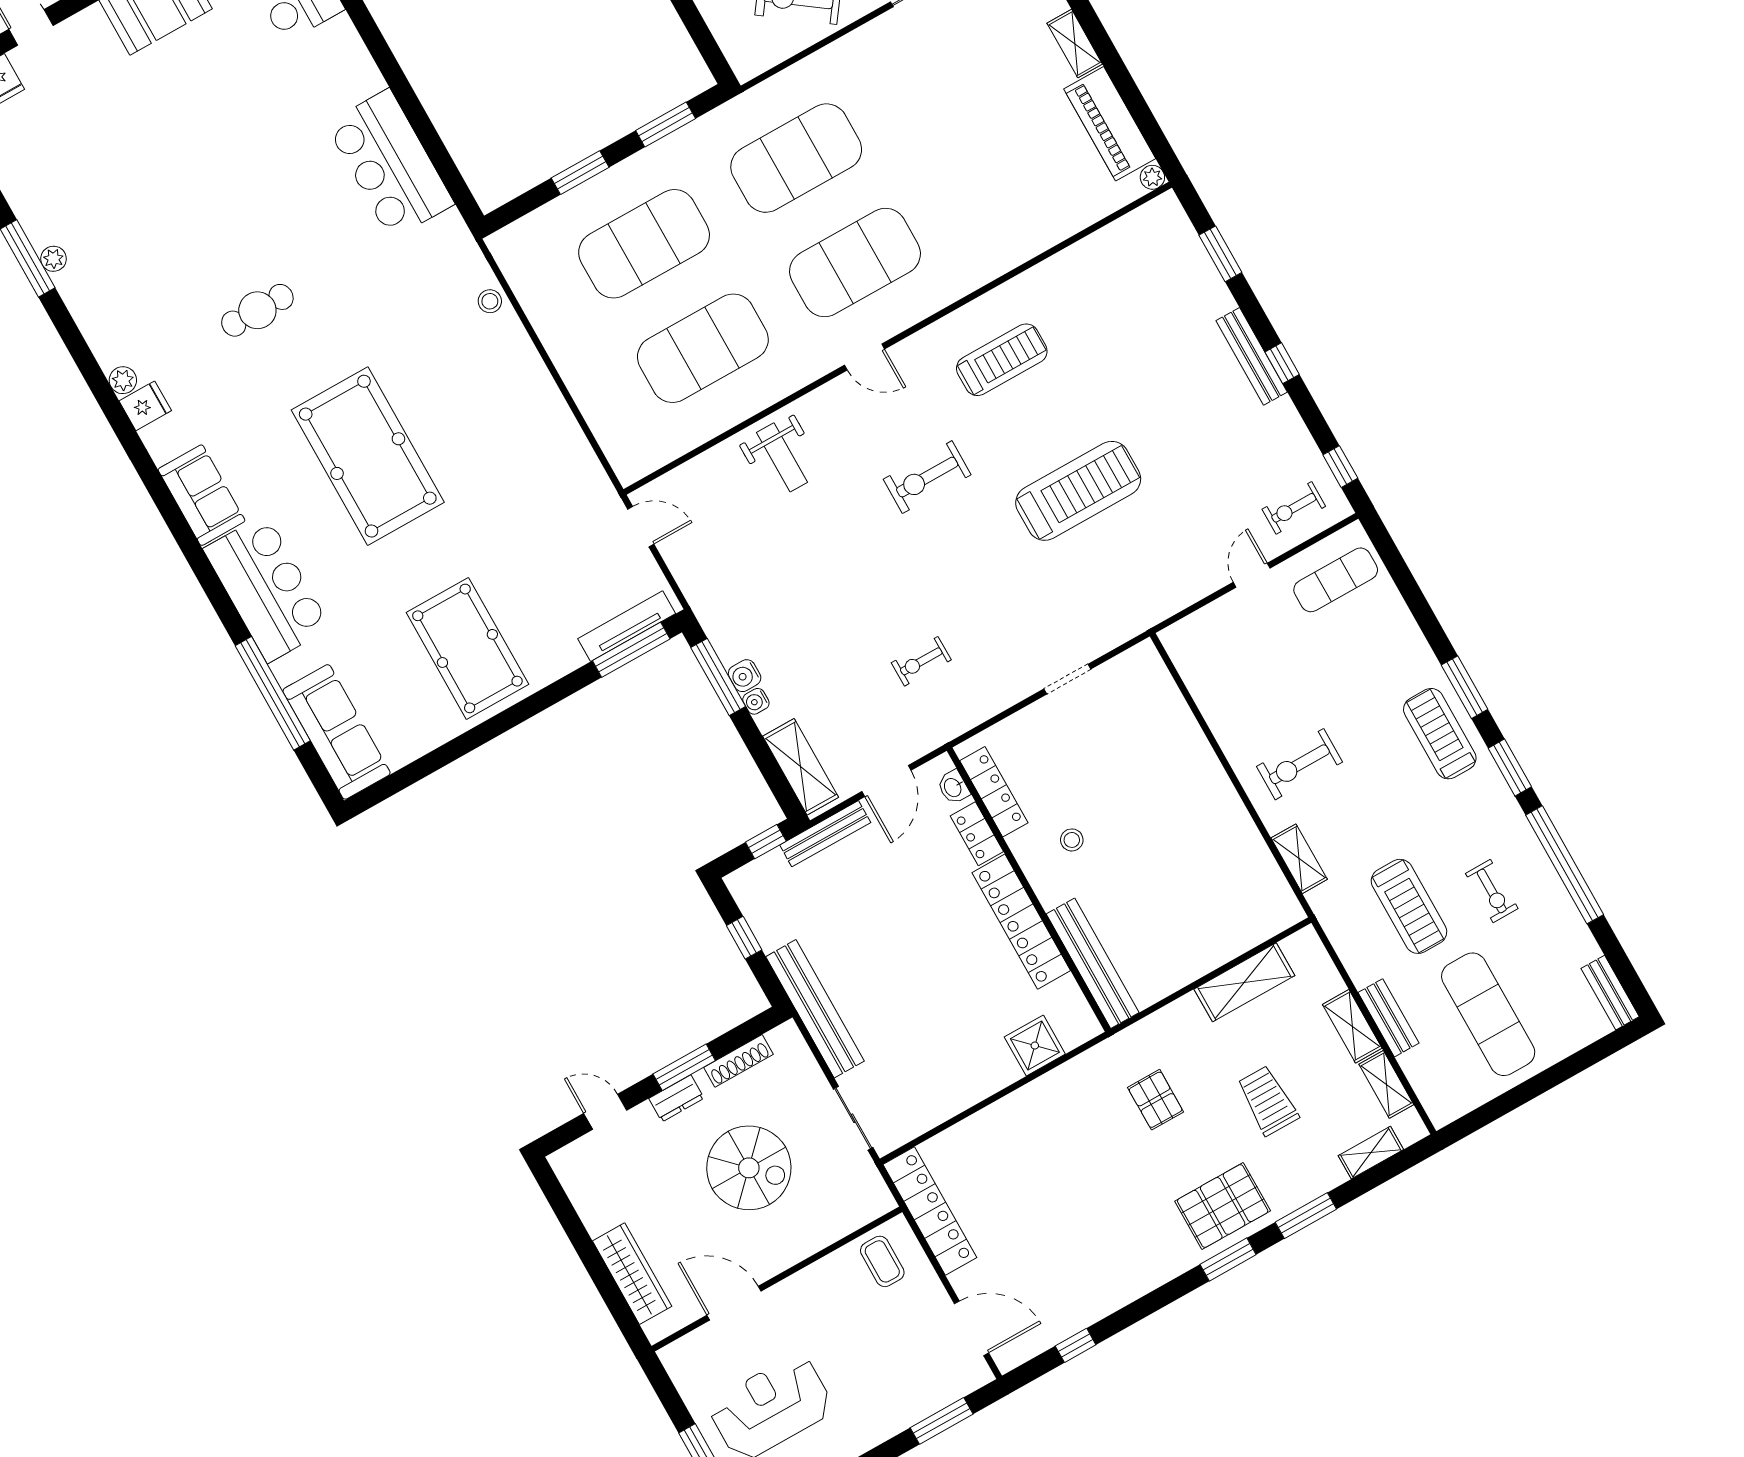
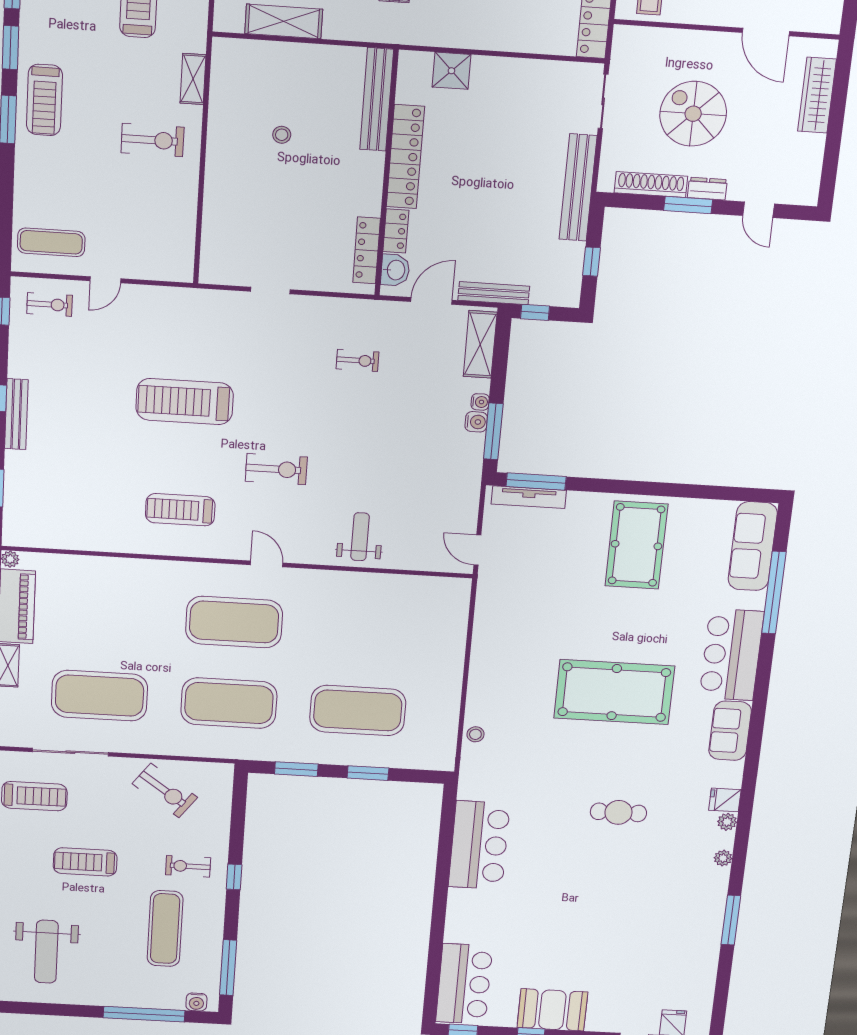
plant: (53, 259) -> (723, 858), moved
exercise mat: (703, 348) -> (100, 696), moved
pool table: (368, 456) -> (614, 692), turned 90
washbasin: (953, 787) -> (395, 270), width x1.38, depth x1.45
stool: (1072, 840) -> (282, 135), moved
shoe rack: (738, 1061) -> (651, 185), width x1.36, depth x1.24

